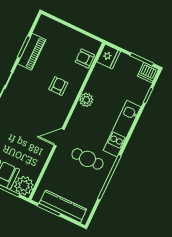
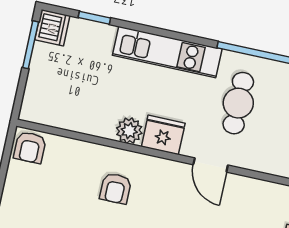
fridge: (109, 56) -> (163, 135), moved
armchair: (85, 58) -> (30, 147), moved
armchair: (58, 86) -> (116, 188), turned -90

